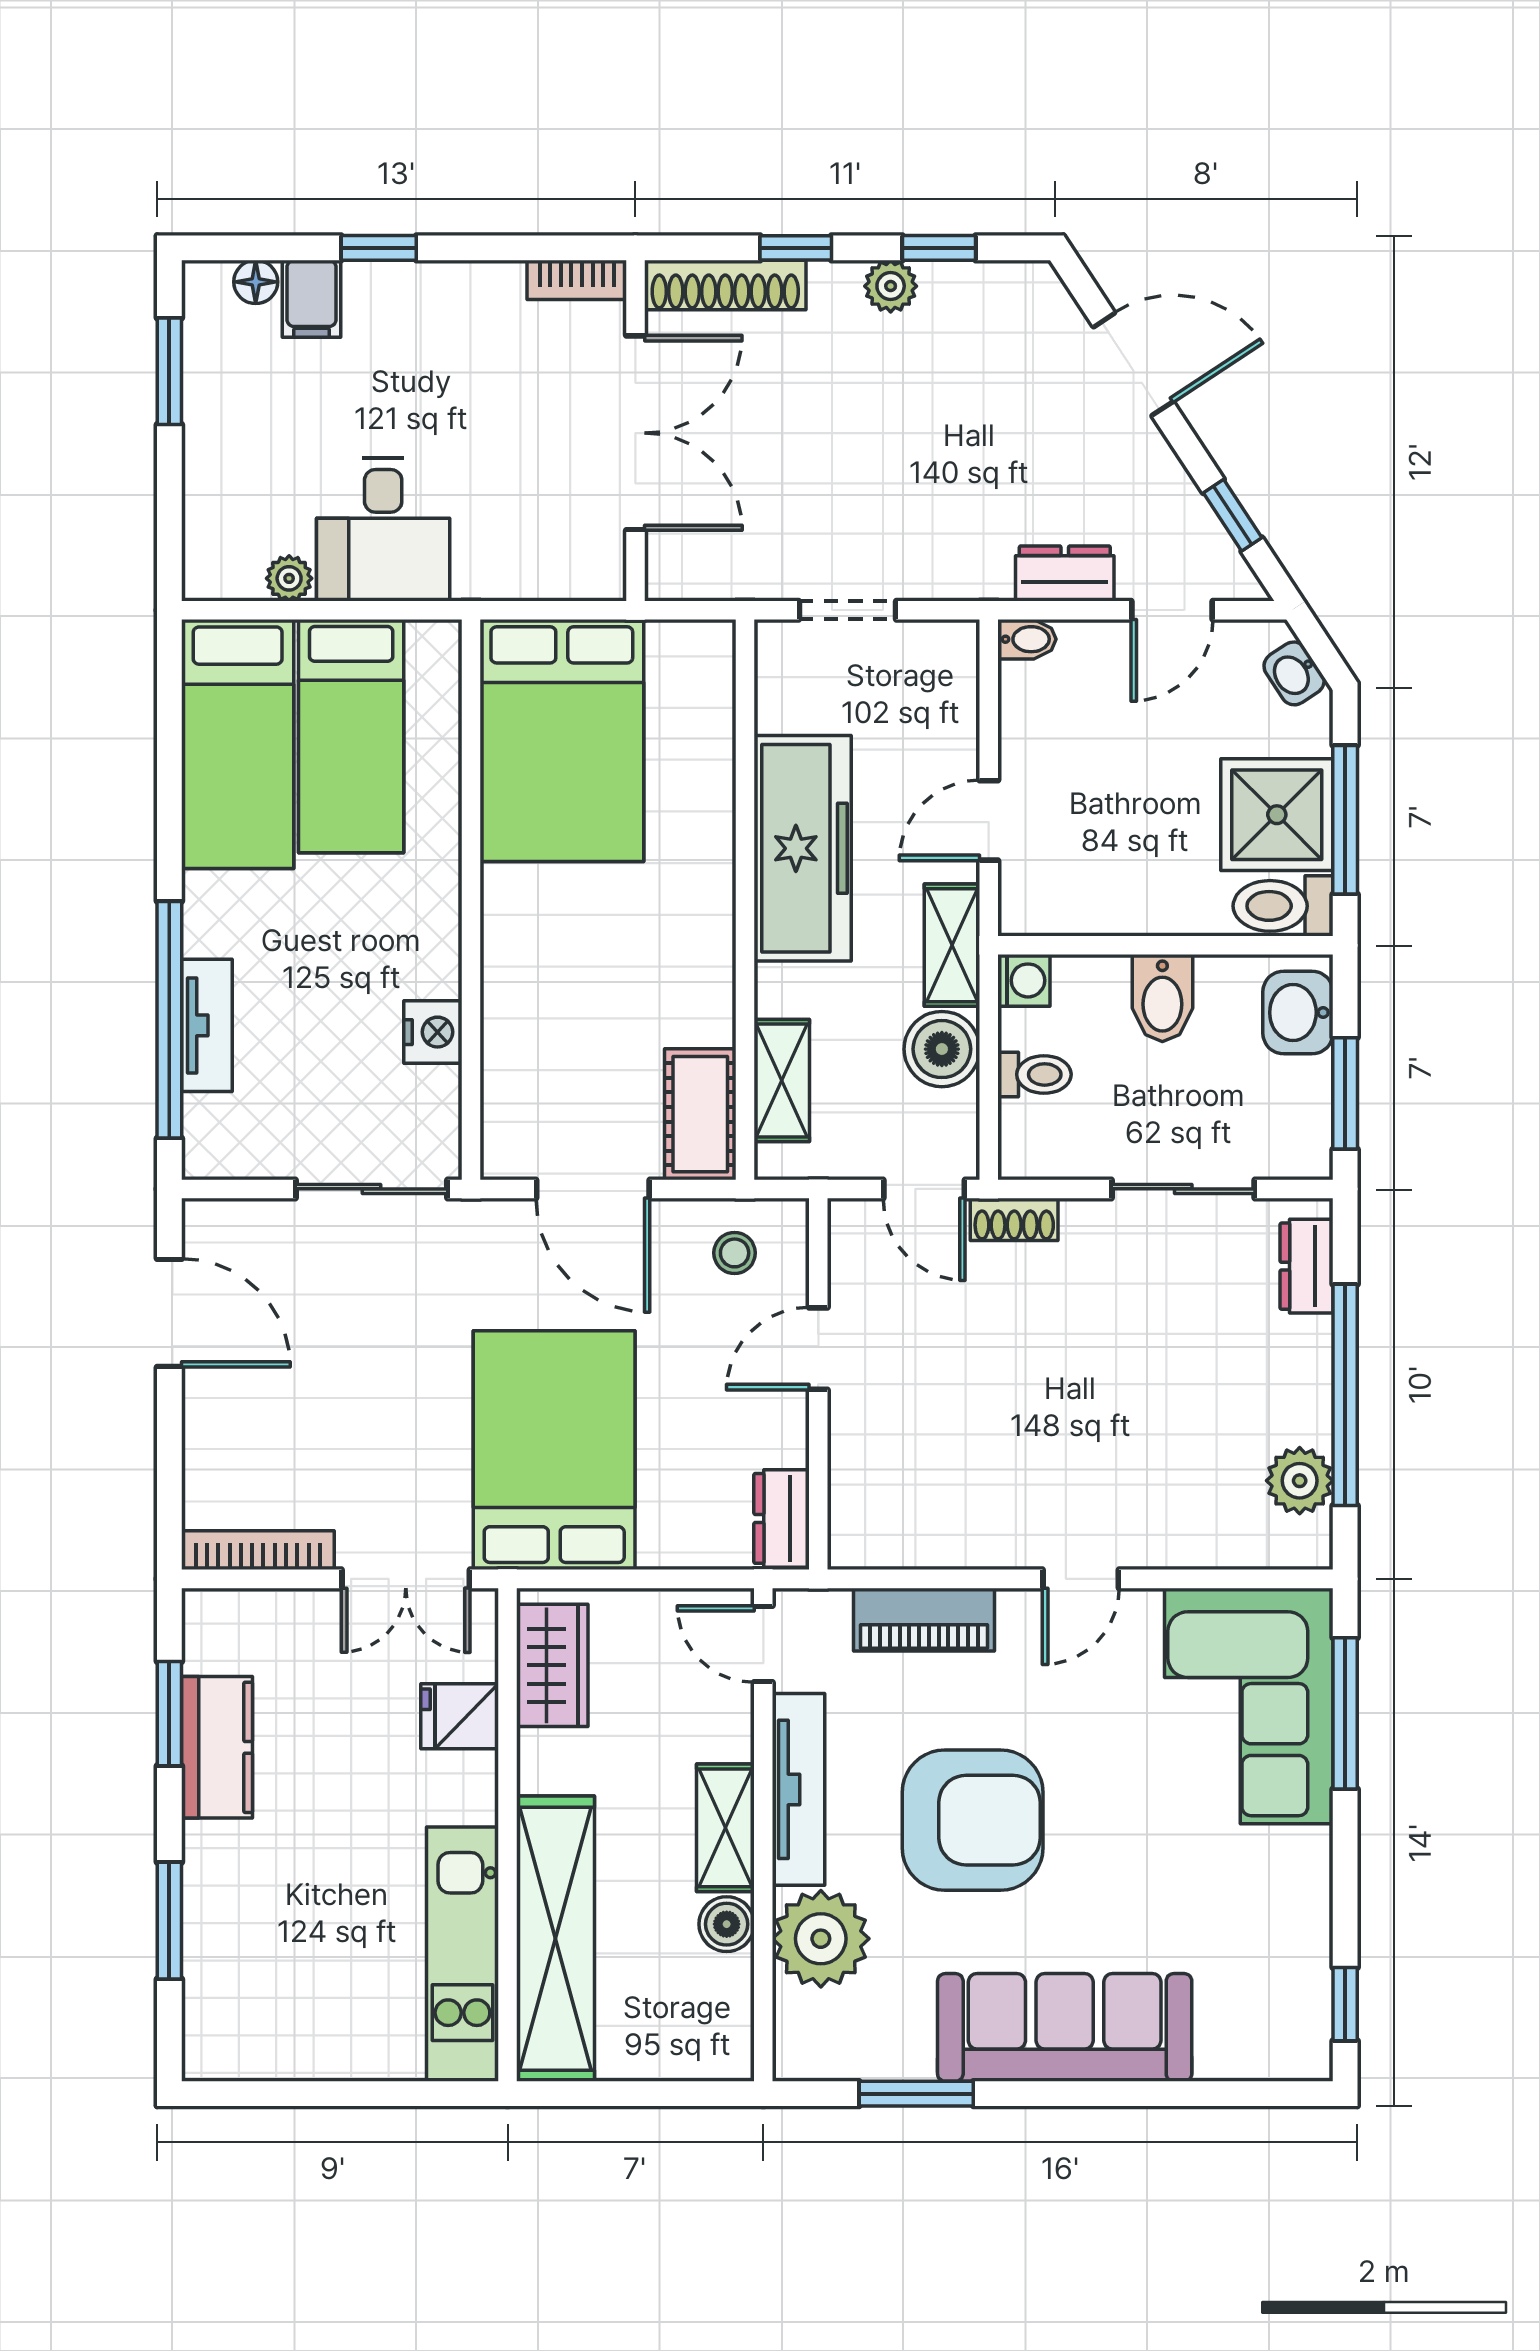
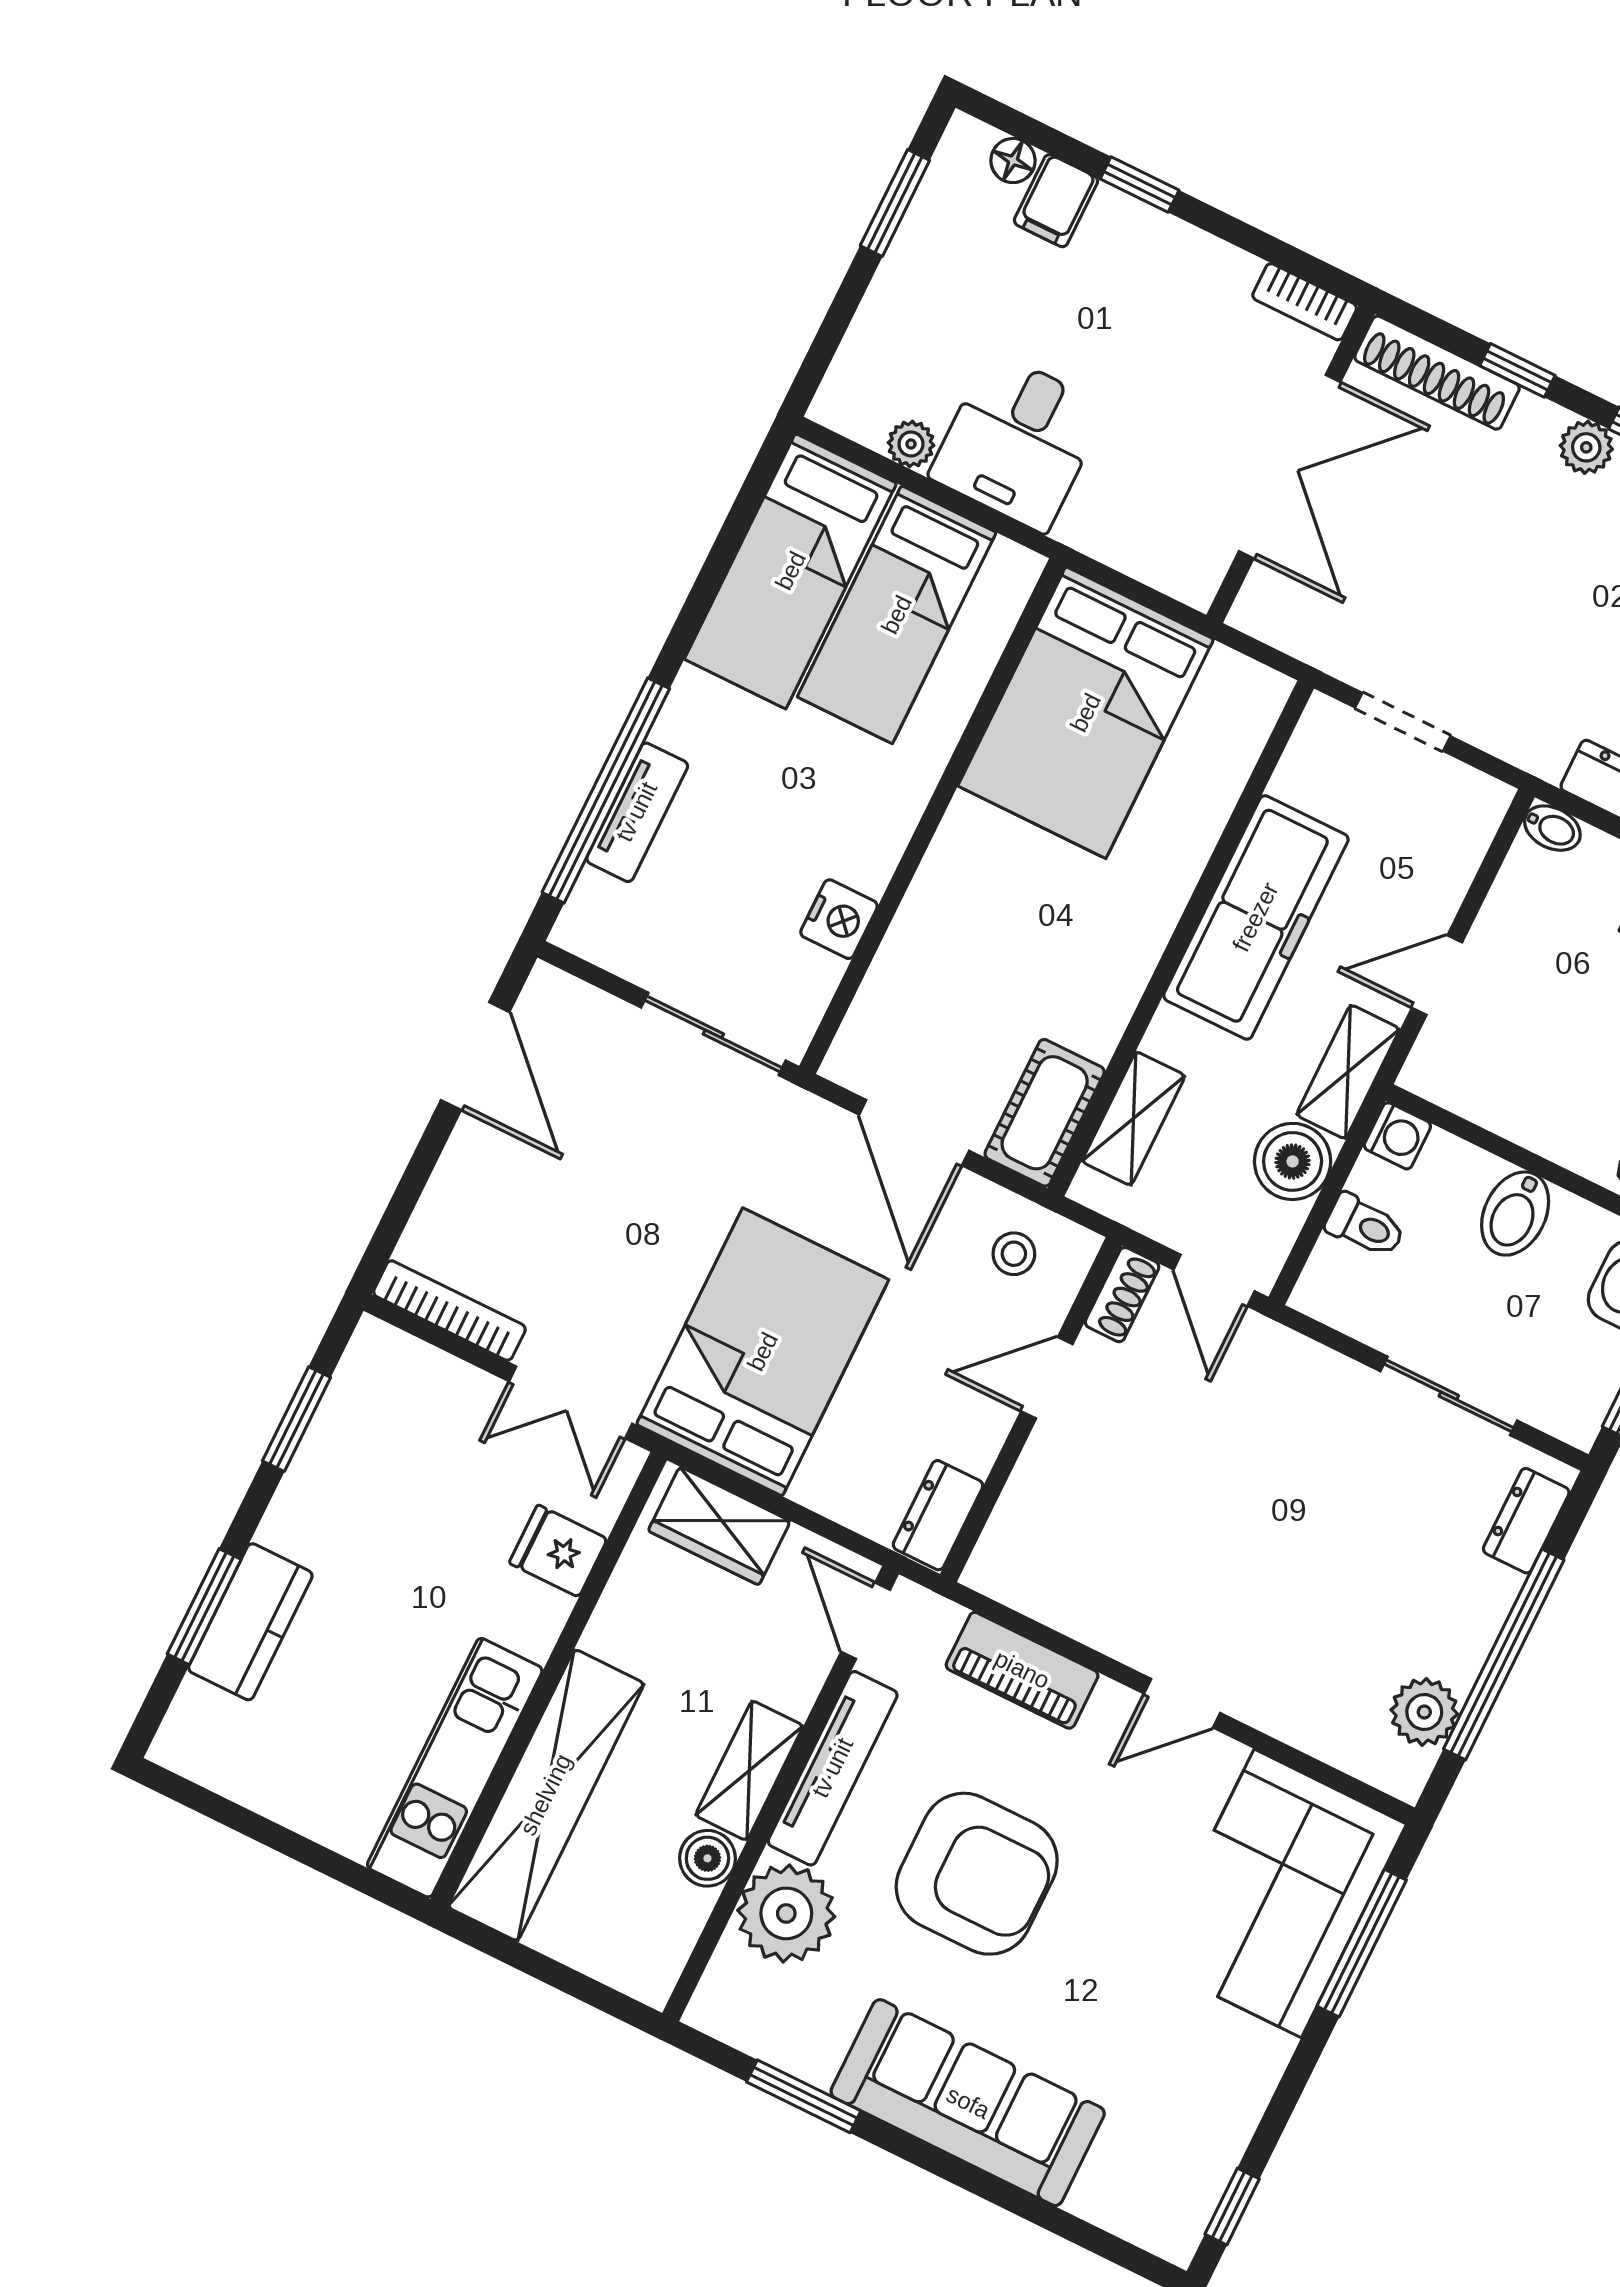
shoe rack: (1014, 1219) -> (1122, 1295), moved, turned -90
wardrobe: (552, 1665) -> (719, 1526), moved, turned 90
kitchen counter: (217, 1747) -> (250, 1622), moved

